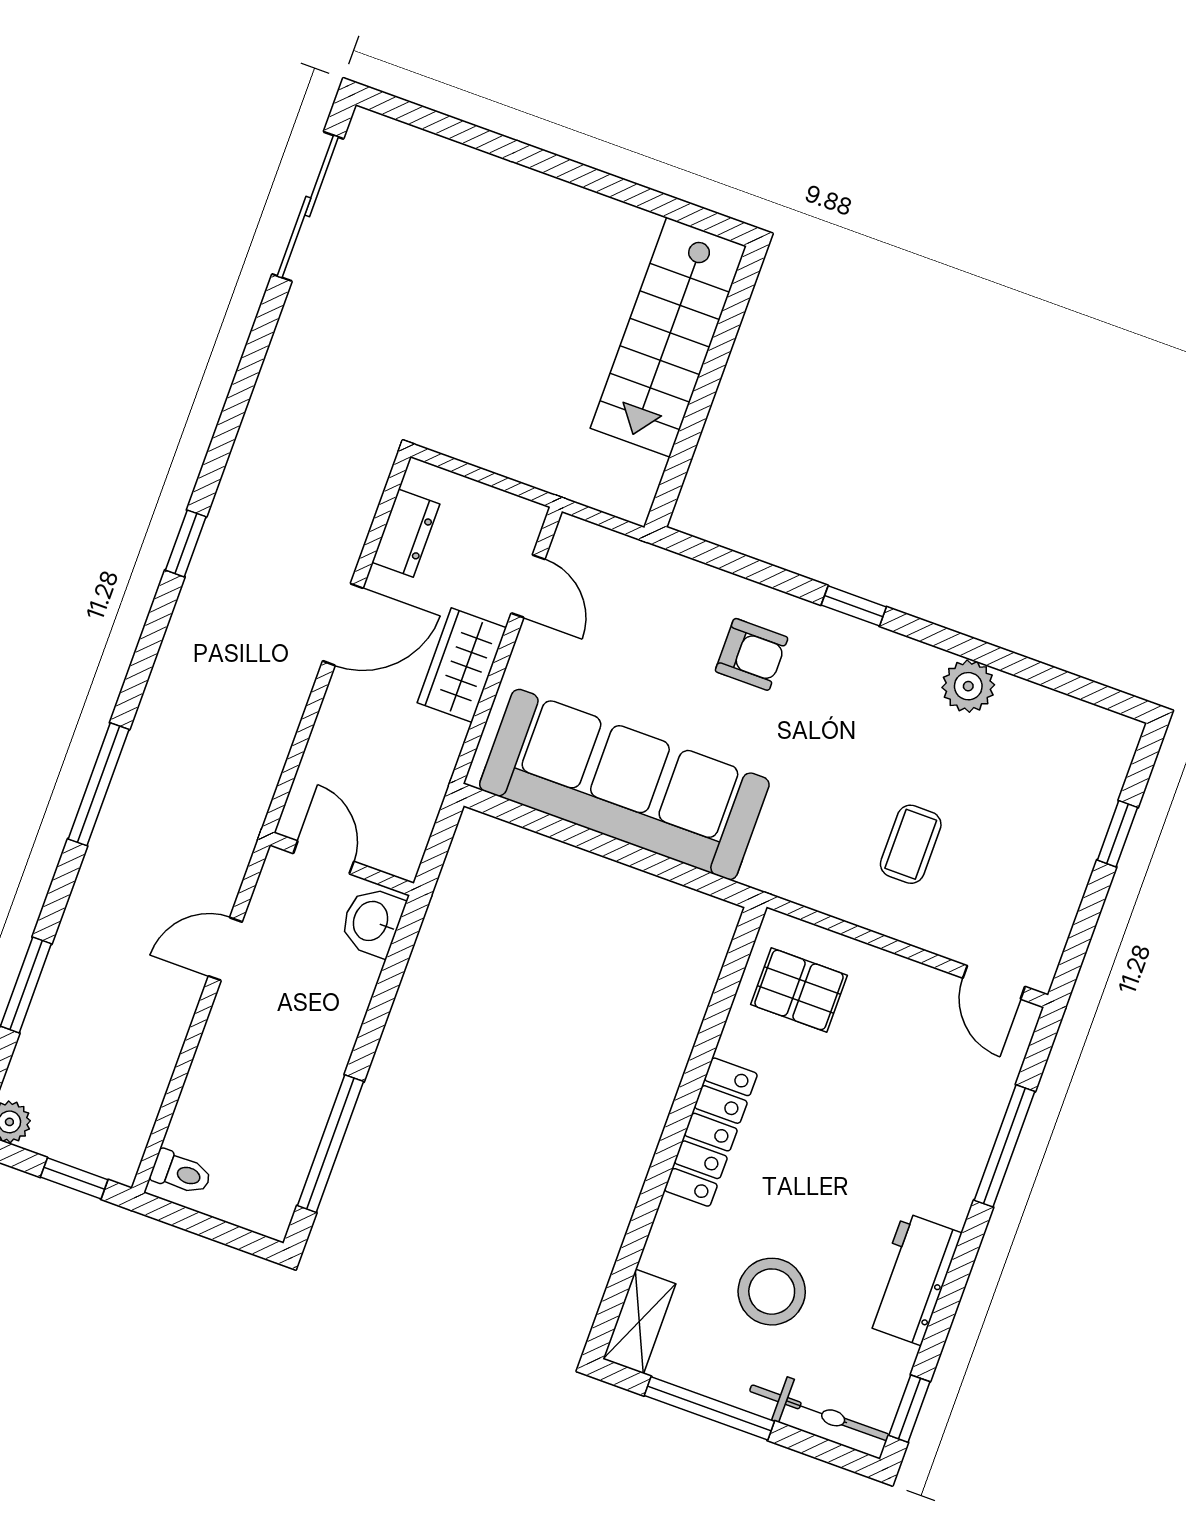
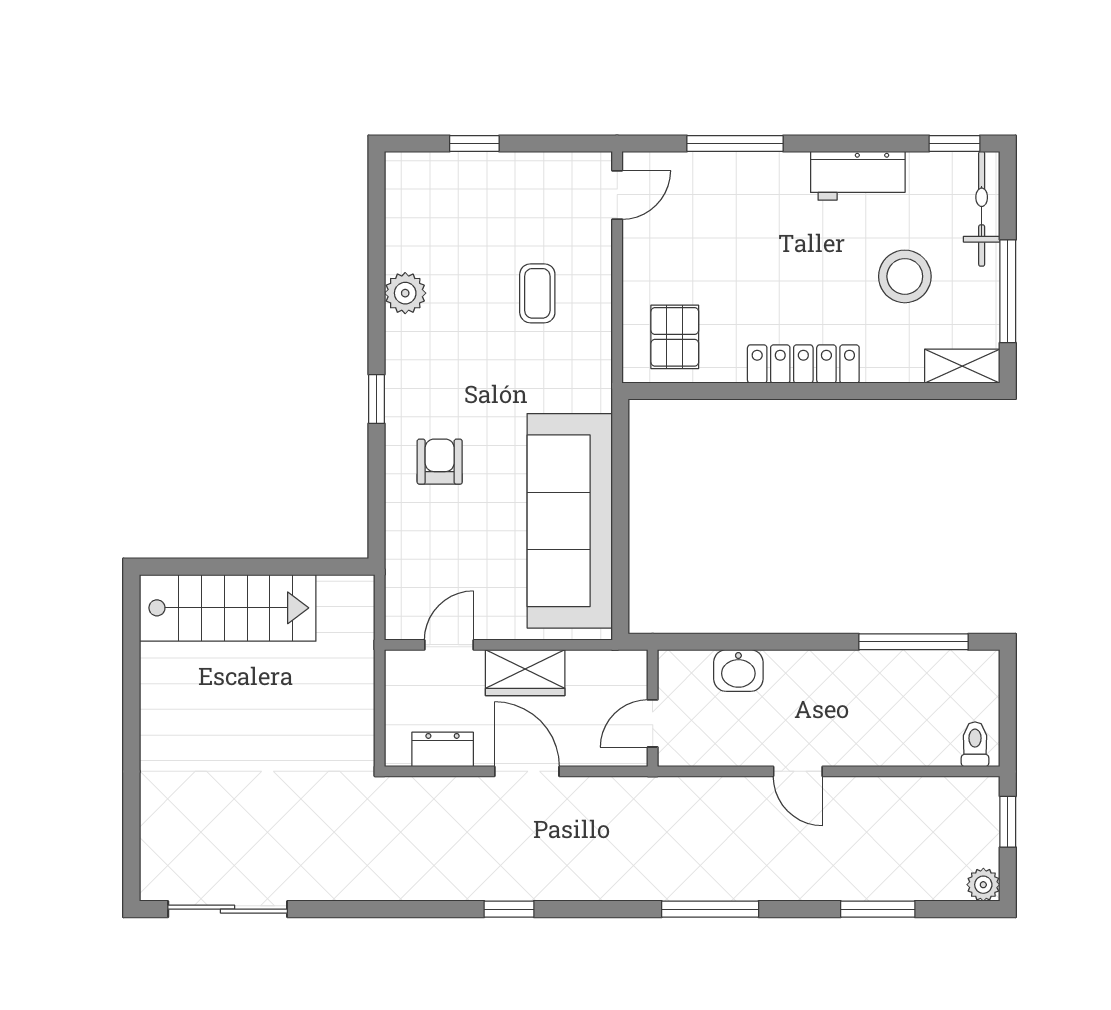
coffee table: (911, 844) -> (537, 293), turned 90
door: (324, 857) -> (653, 723), moved
wall: (342, 864) -> (653, 708), moved

